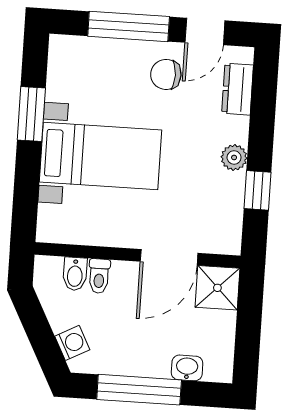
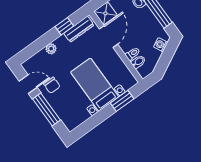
dresser: (237, 89) -> (79, 29), moved, width x1.44
window: (31, 114) -> (122, 101), moved
plant: (234, 158) -> (51, 49), moved
door: (169, 257) -> (108, 37), hinge flipped

